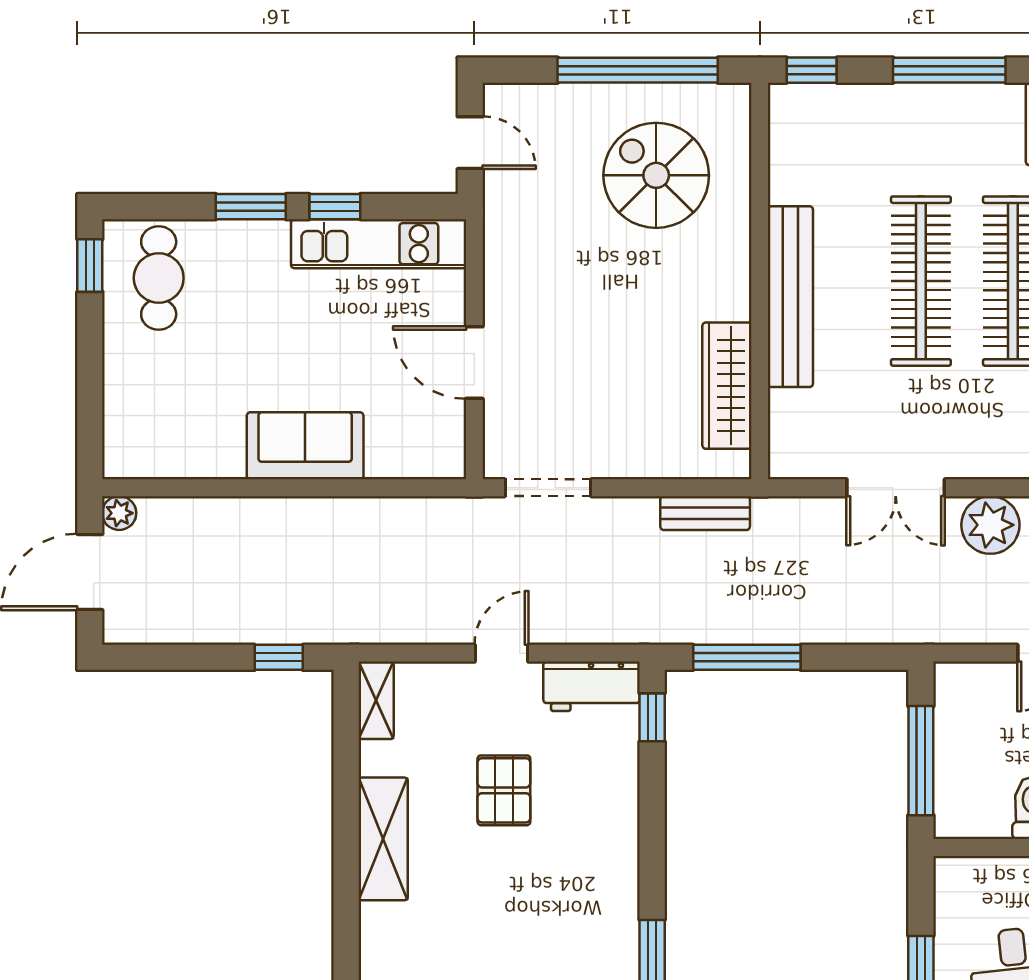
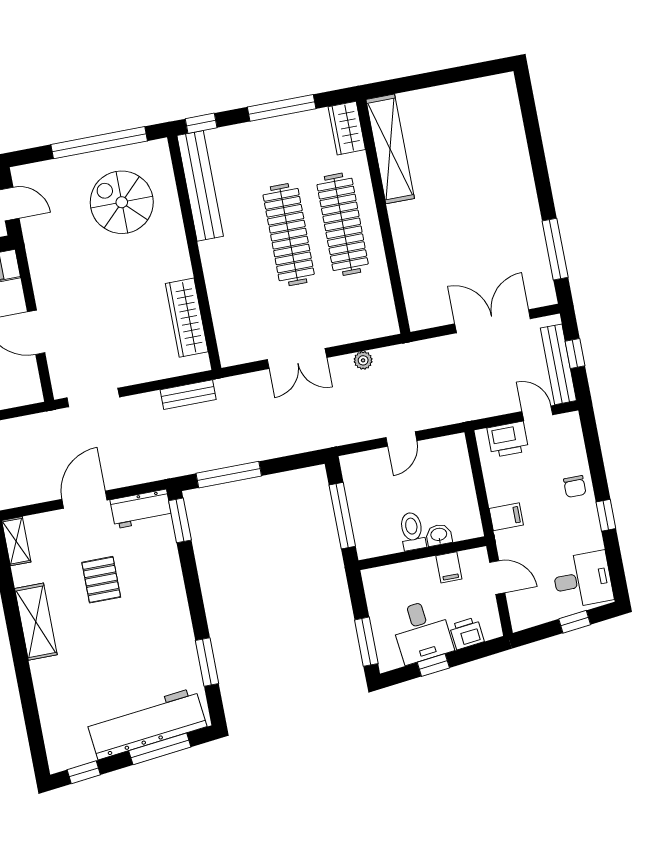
bench: (790, 297) -> (200, 186), moved
plant: (990, 525) -> (363, 360), width x0.53, depth x0.53
door: (502, 653) -> (85, 500), width x1.38
window: (652, 717) -> (180, 520), width x1.50

